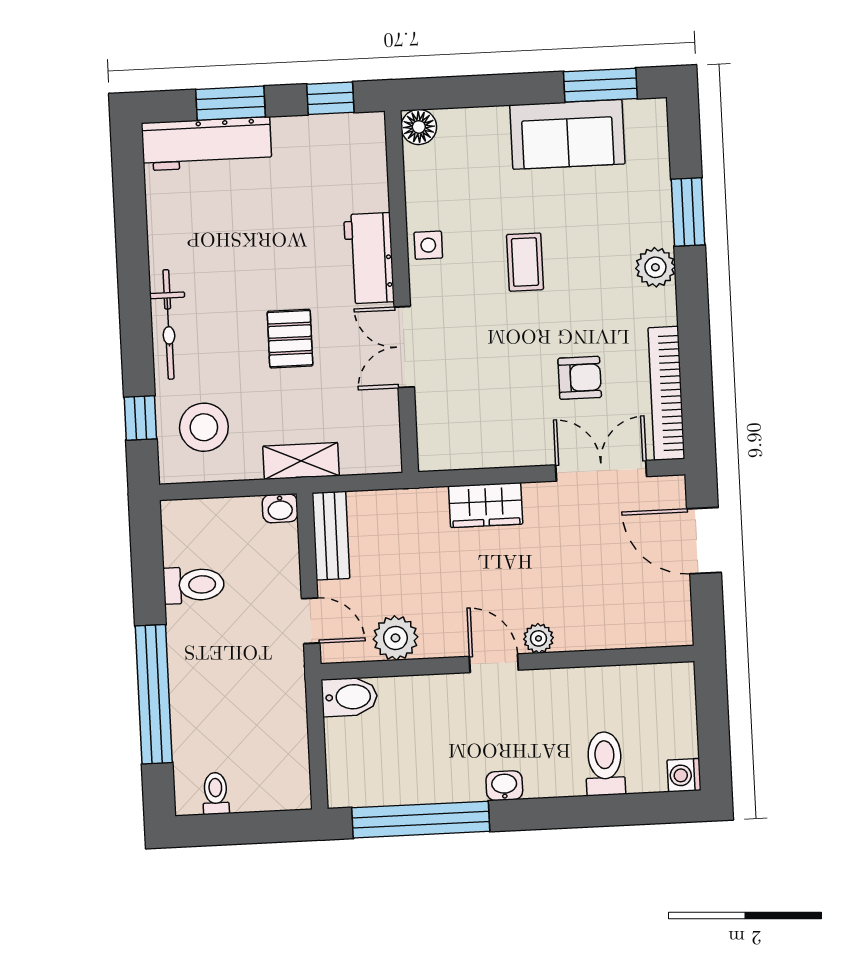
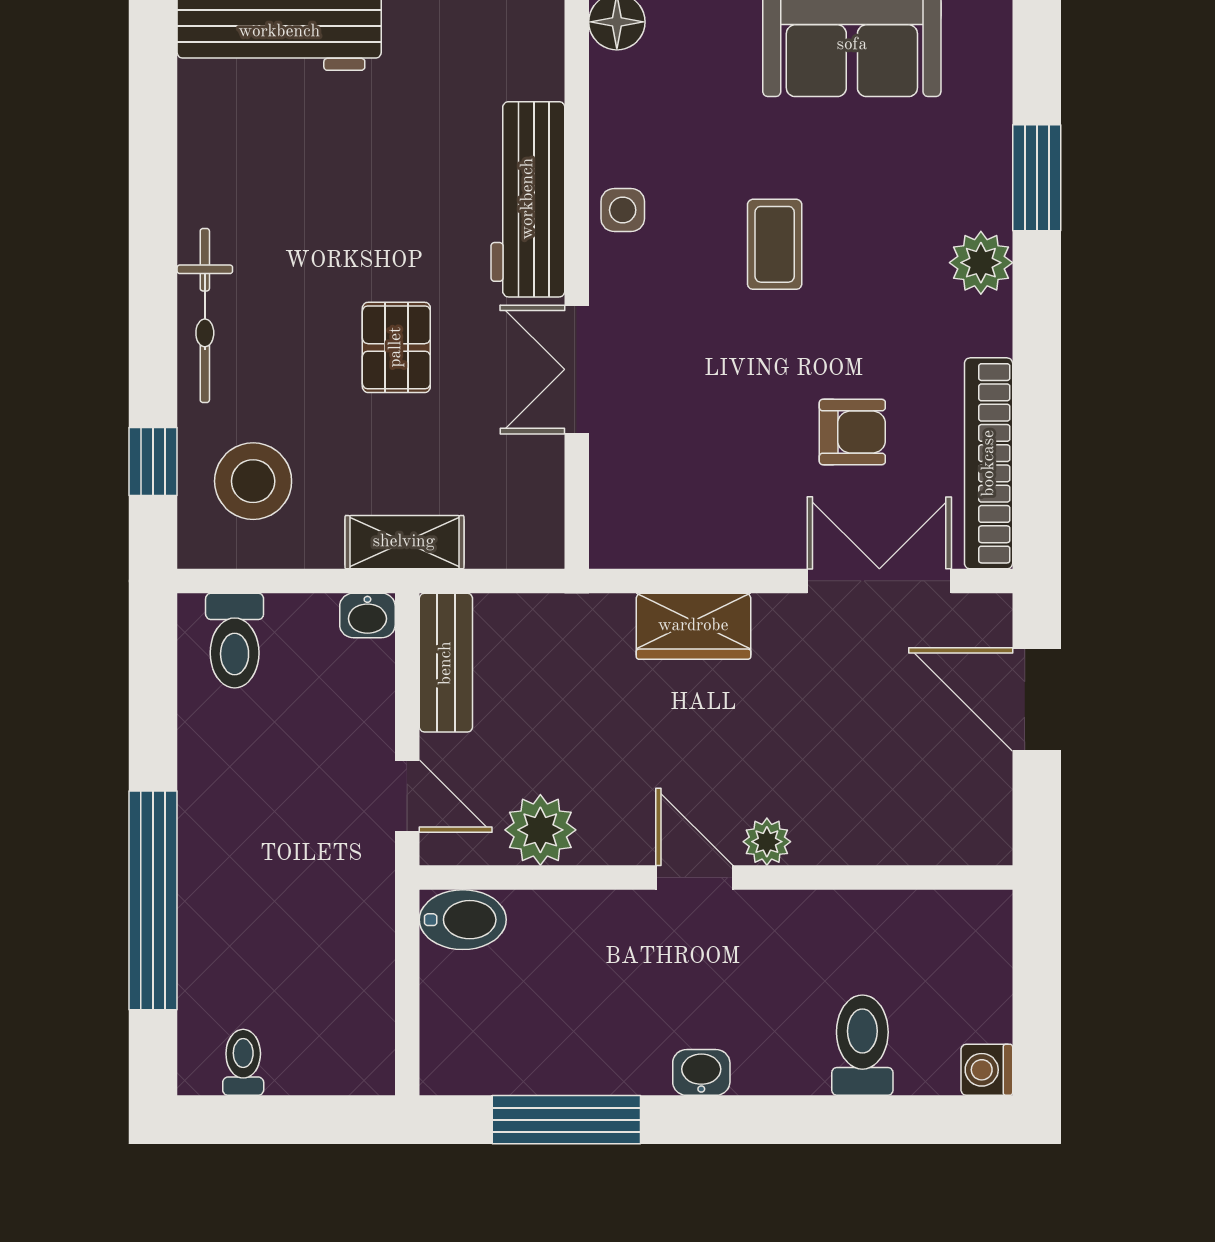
workbench: (369, 258) -> (528, 199), width x1.38
toilet: (194, 585) -> (235, 641), moved, turned 90
window: (421, 820) -> (566, 1120), width x0.68

